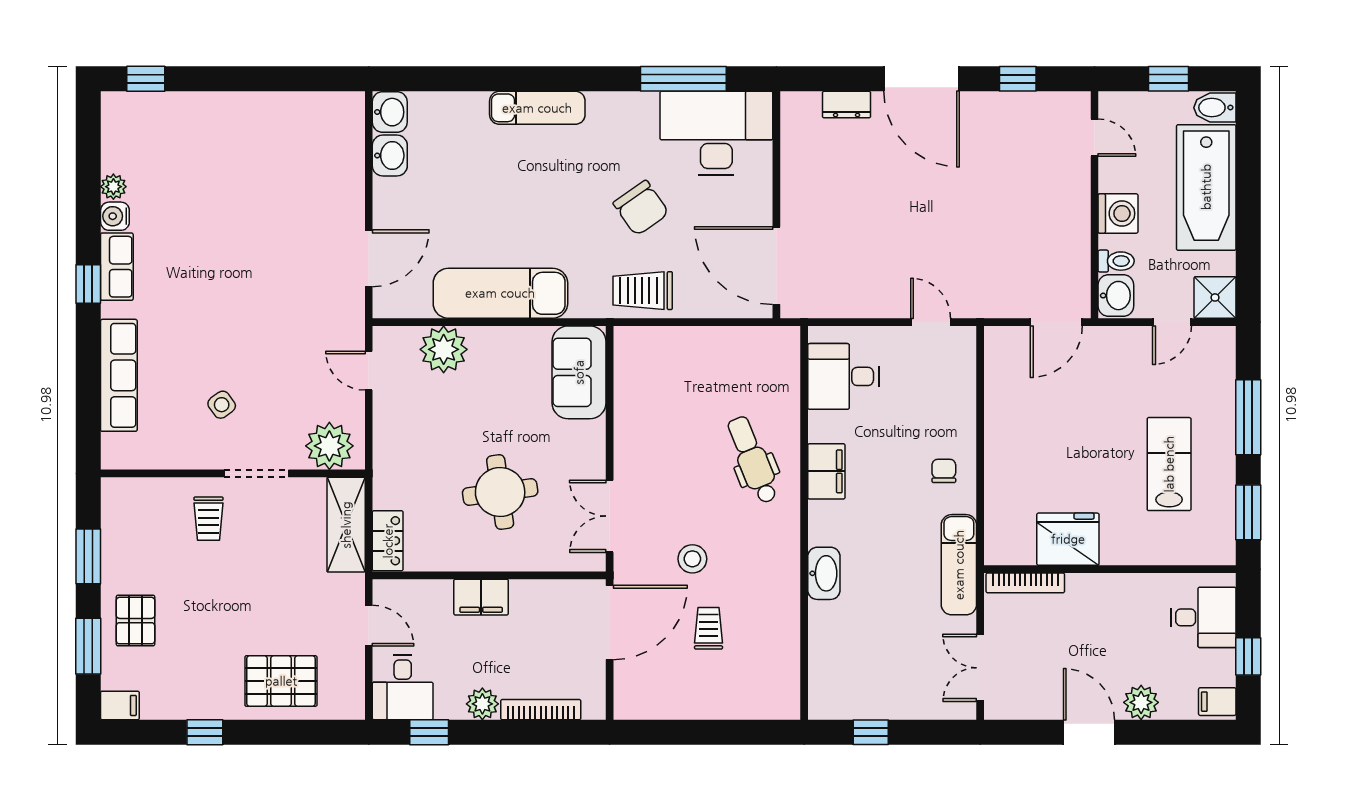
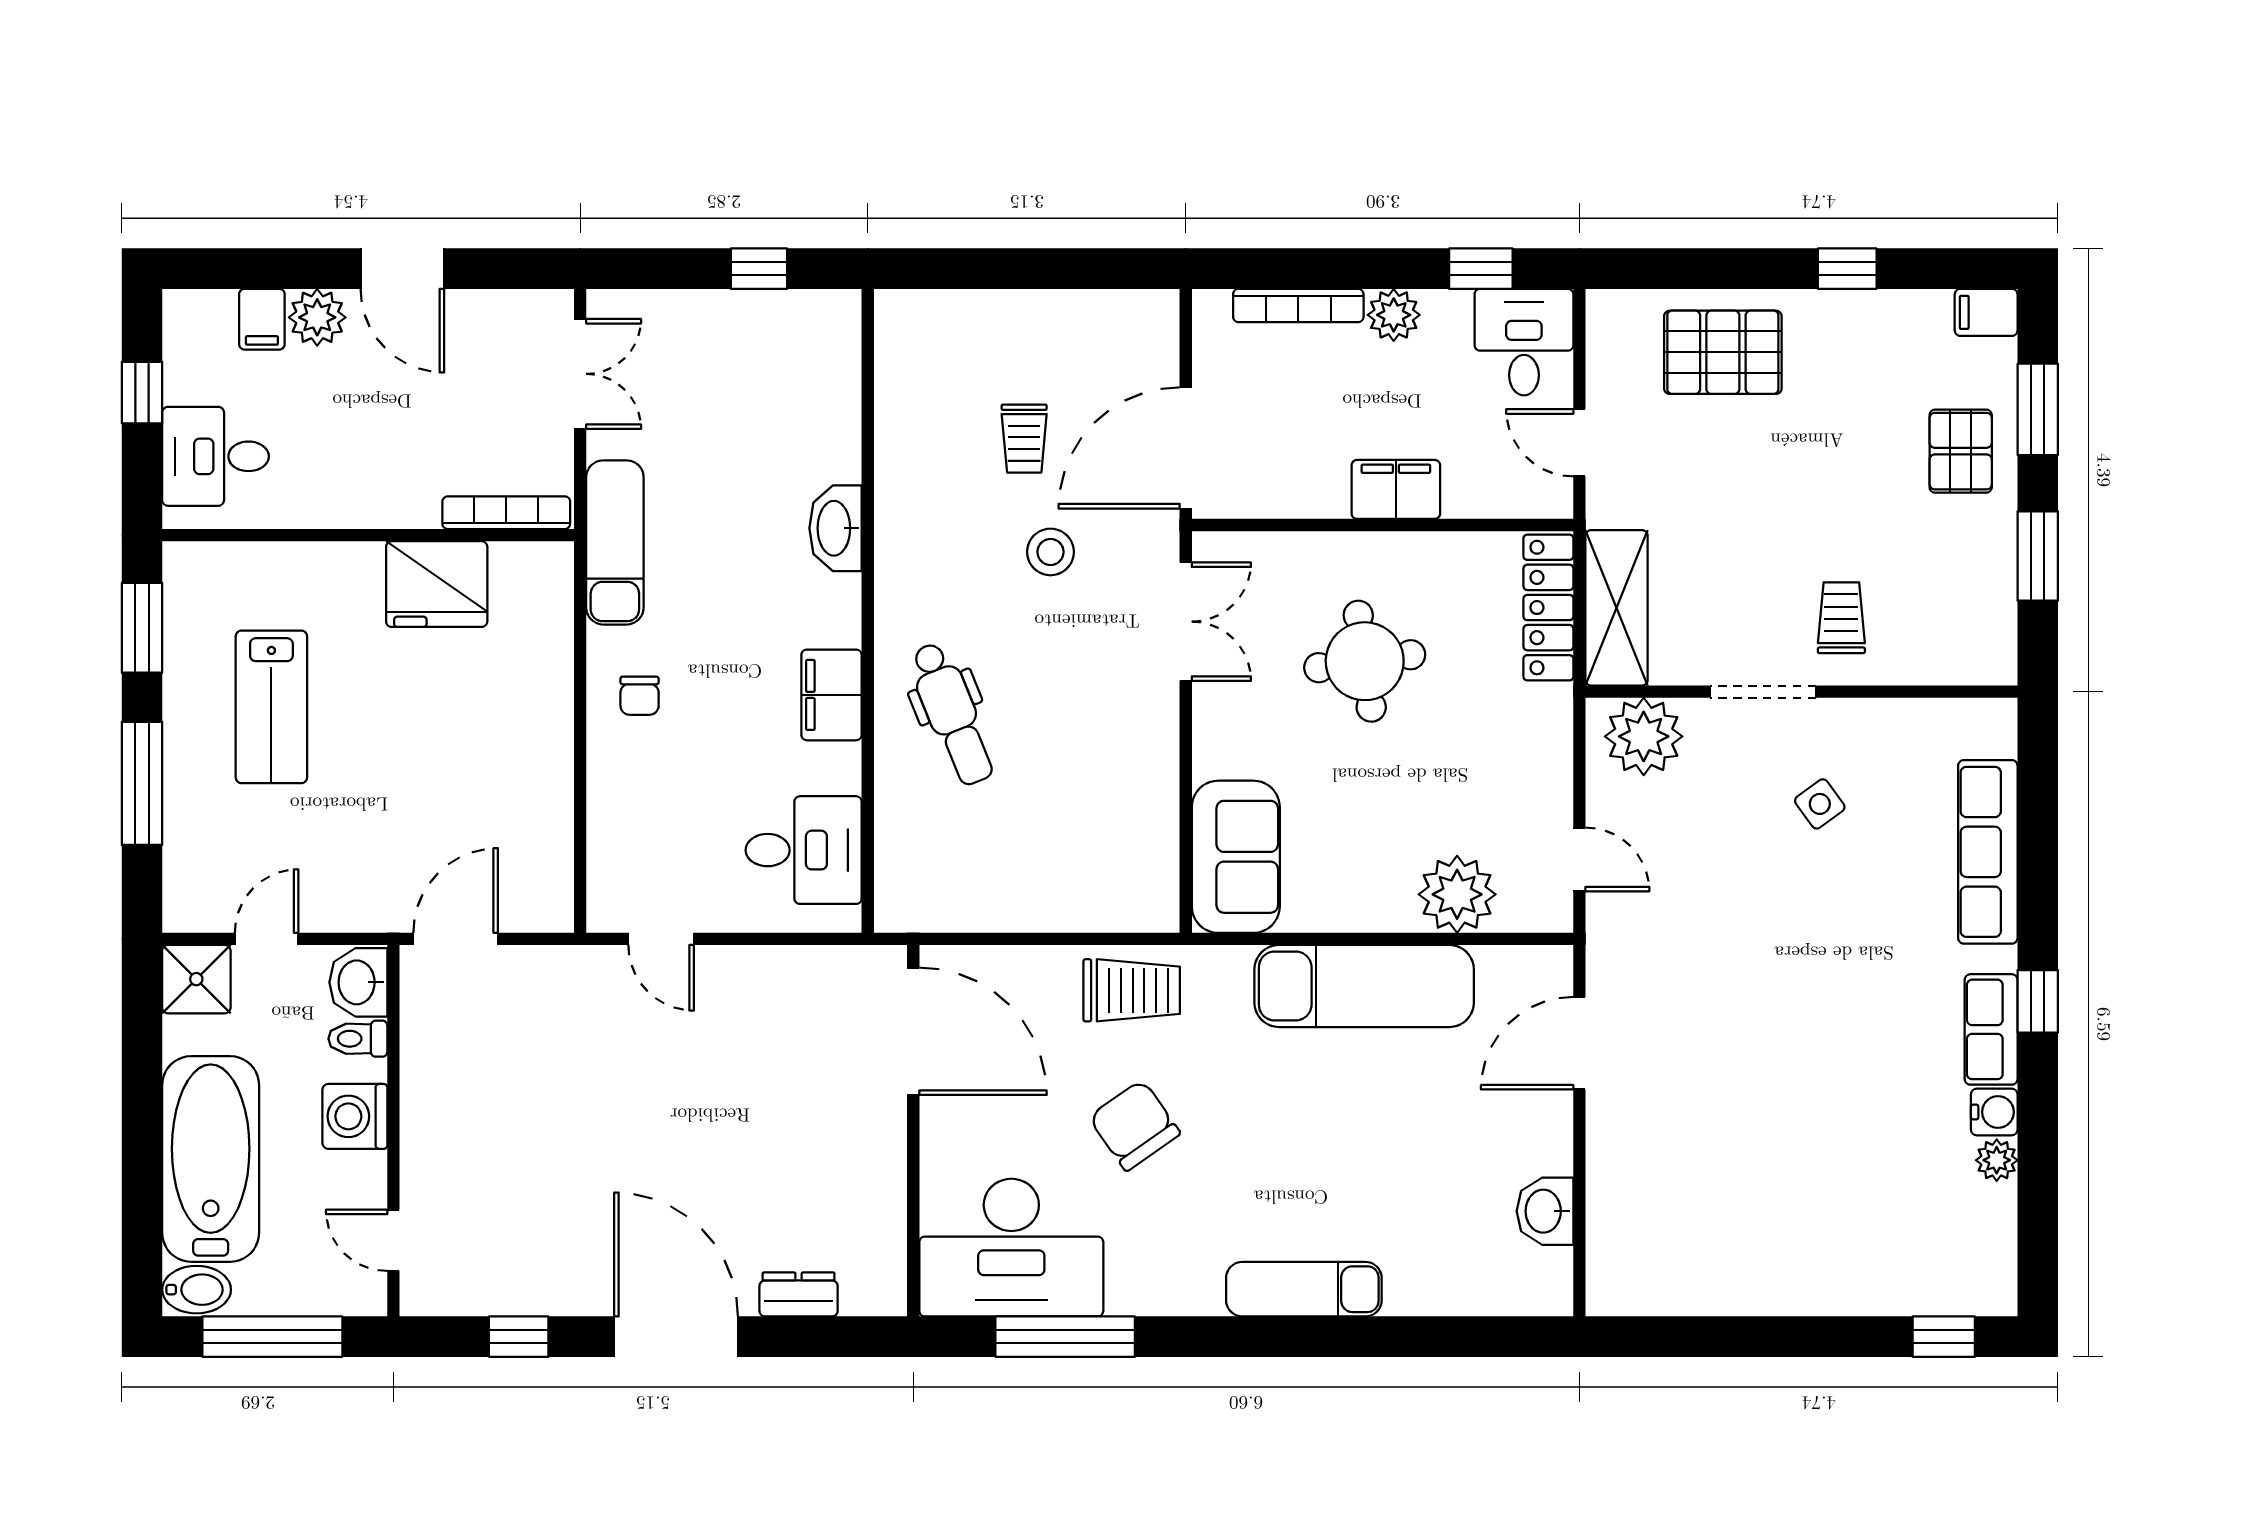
window: (1169, 79) -> (272, 1337), width x2.17
washbasin: (390, 112) -> (1545, 1282), removed
locker: (388, 541) -> (1548, 608), width x1.53
filing cabinet: (1217, 702) -> (262, 319), moved, turned 90

